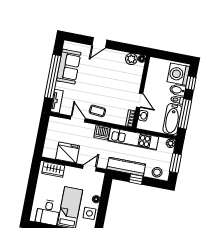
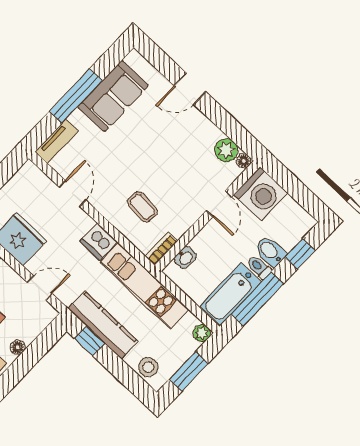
washing machine: (178, 74) -> (261, 194), moved, turned 180
window: (53, 77) -> (76, 96), width x0.68
door: (140, 100) -> (219, 204), moved
coffee table: (97, 111) -> (142, 207), moved
window: (136, 179) -> (90, 341), moved

